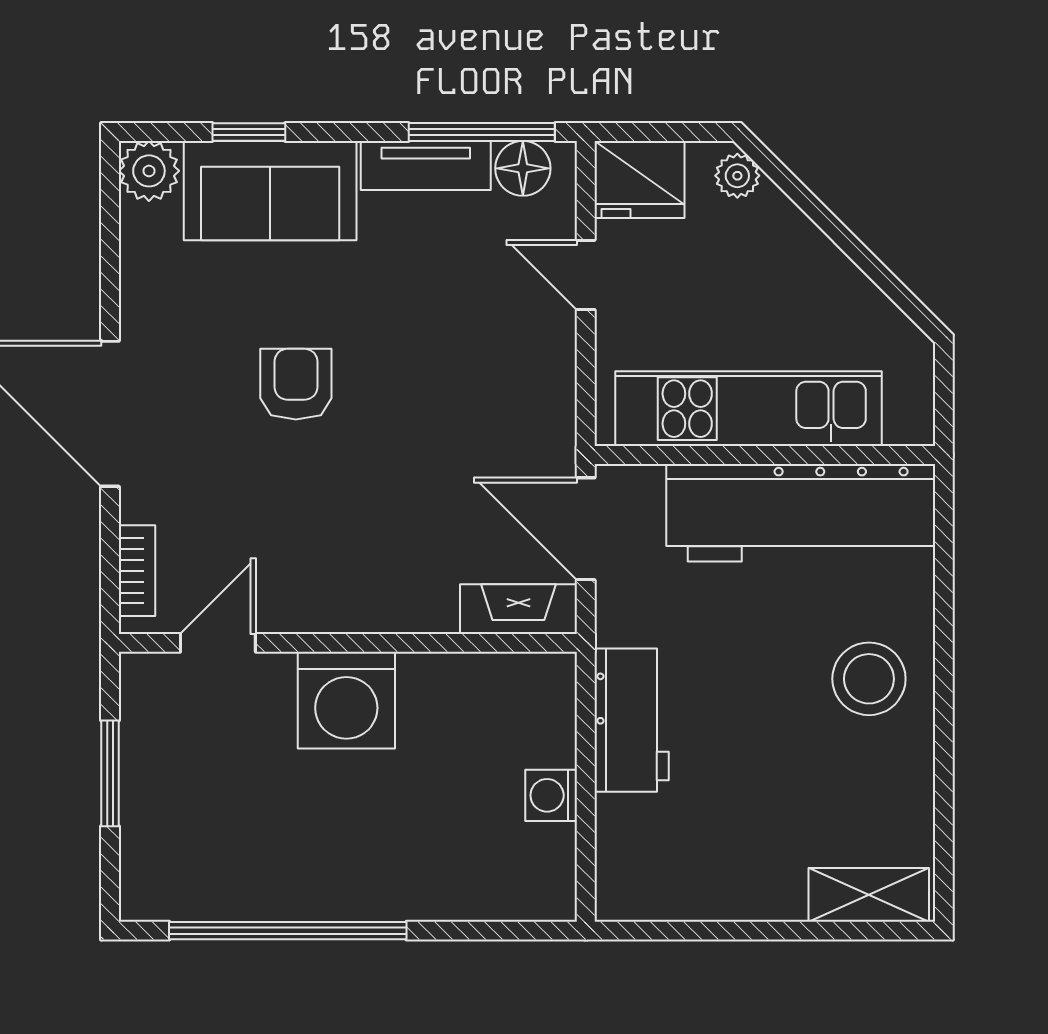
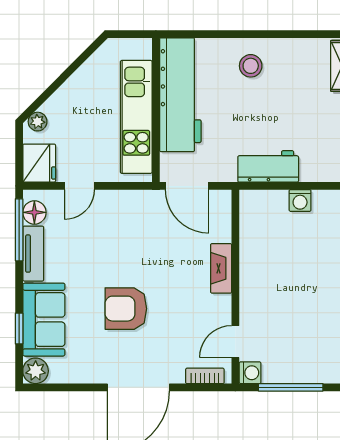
armchair: (296, 384) -> (126, 309), width x1.38, depth x1.38
door: (586, 529) -> (187, 186), hinge flipped
fireplace: (518, 609) -> (221, 268), moved
door: (218, 643) -> (235, 342), hinge flipped
stool: (869, 679) -> (251, 66), width x0.73, depth x0.73
washing machine: (346, 700) -> (250, 373), moved, width x0.53, depth x0.53
window: (110, 773) -> (291, 387), width x1.44

